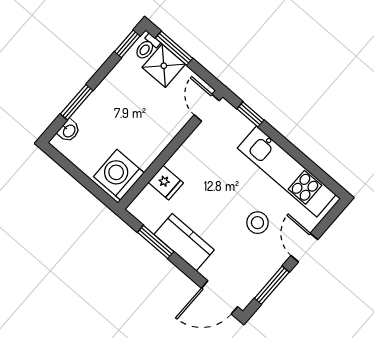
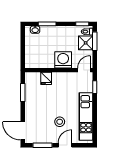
washing machine: (119, 175) -> (63, 60), moved
kitchen counter: (184, 242) -> (31, 102), removed

